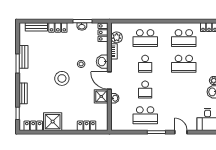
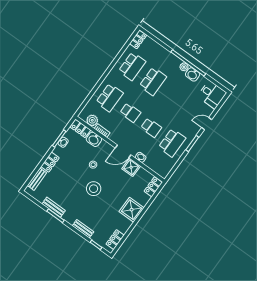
washbasin: (102, 62) -> (94, 139), moved
shower: (53, 122) -> (132, 210), moved
locker: (87, 126) -> (153, 187), moved

